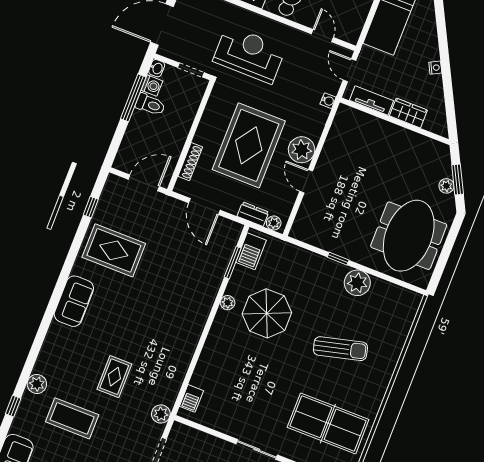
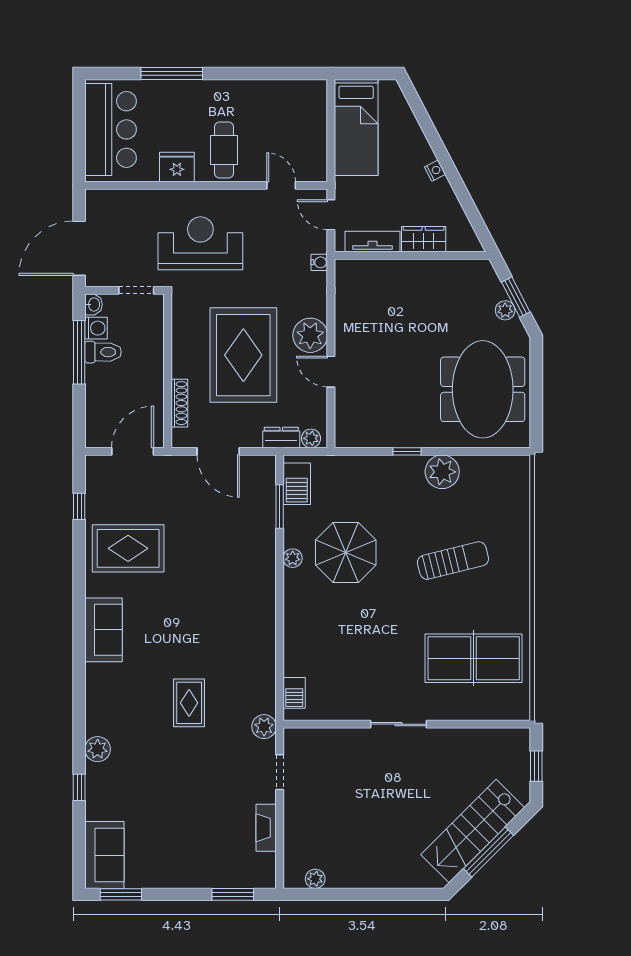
coffee table: (72, 418) -> (157, 774), removed

